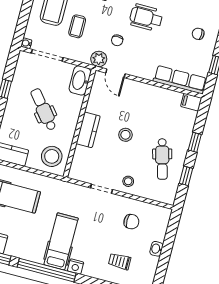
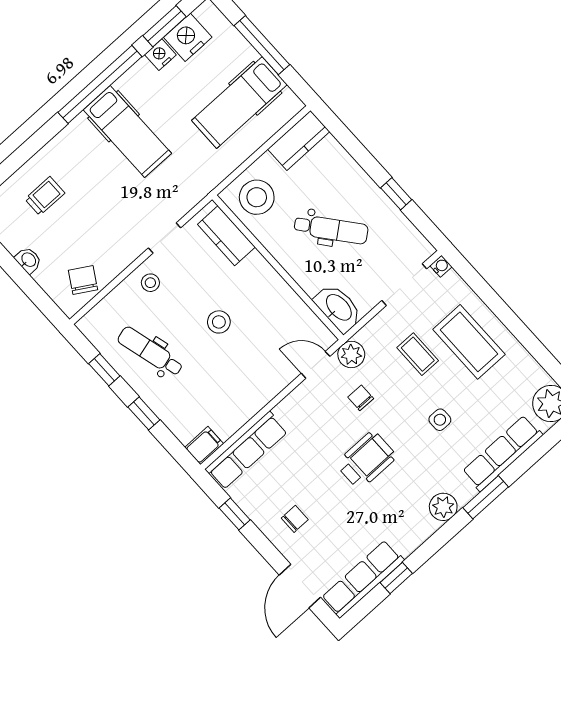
kitchen counter: (88, 130) -> (226, 236), moved
chair: (131, 222) -> (83, 280), moved, turned 121
nightstand: (75, 267) -> (160, 55), moved

